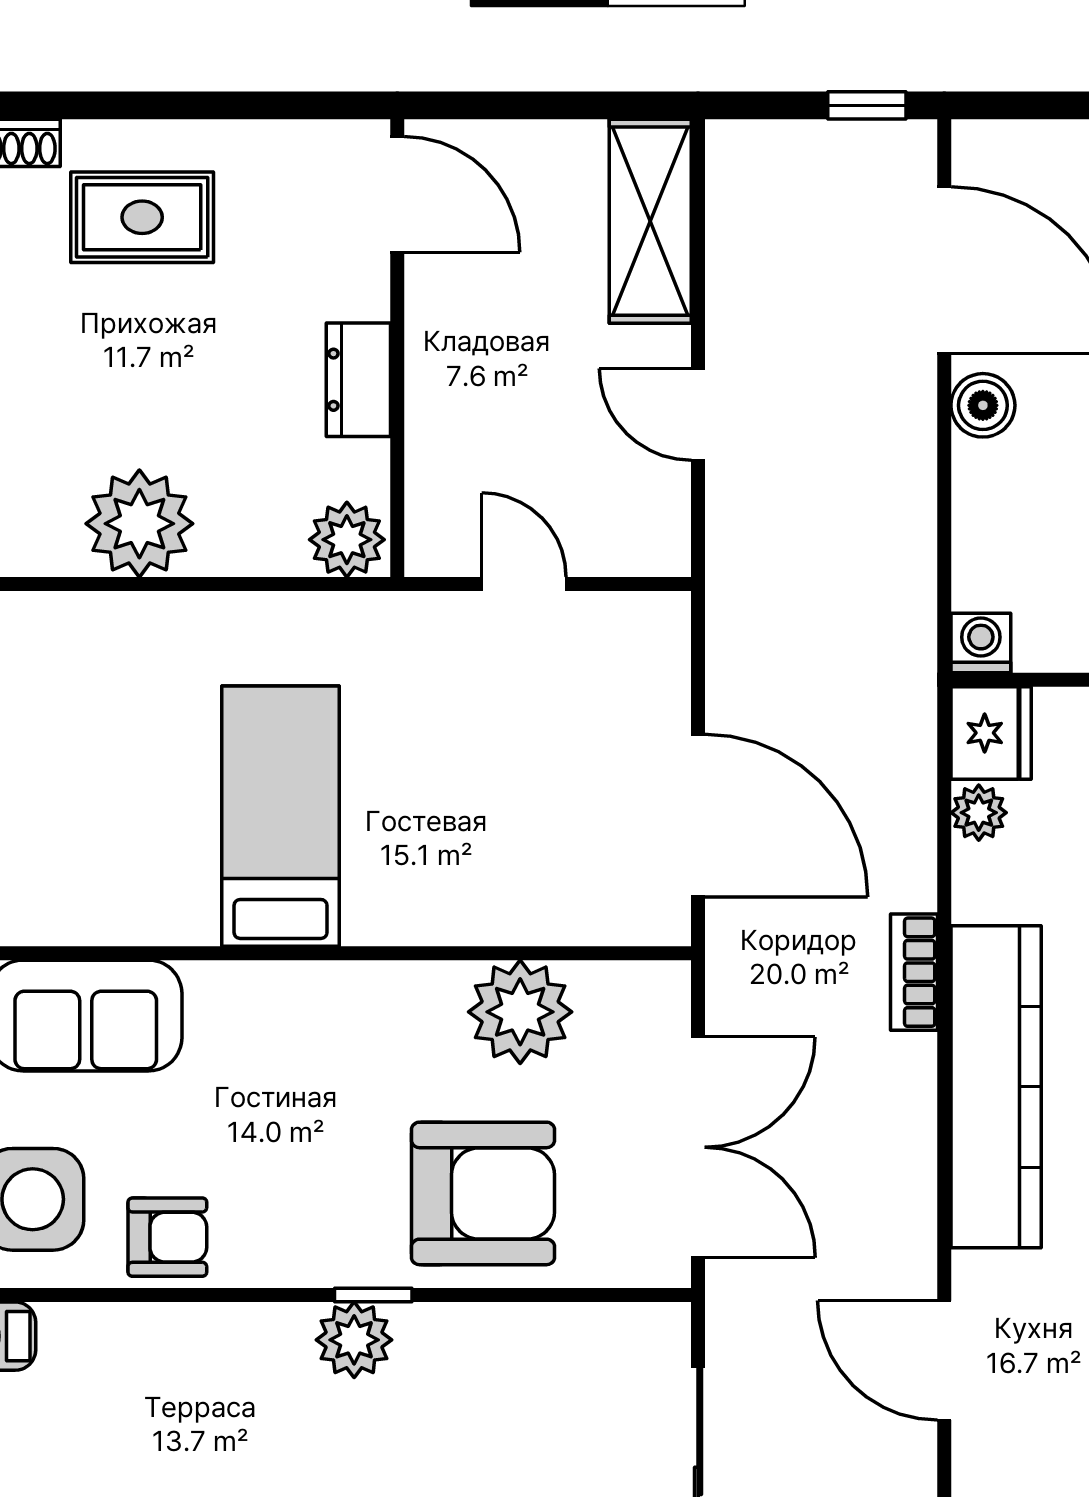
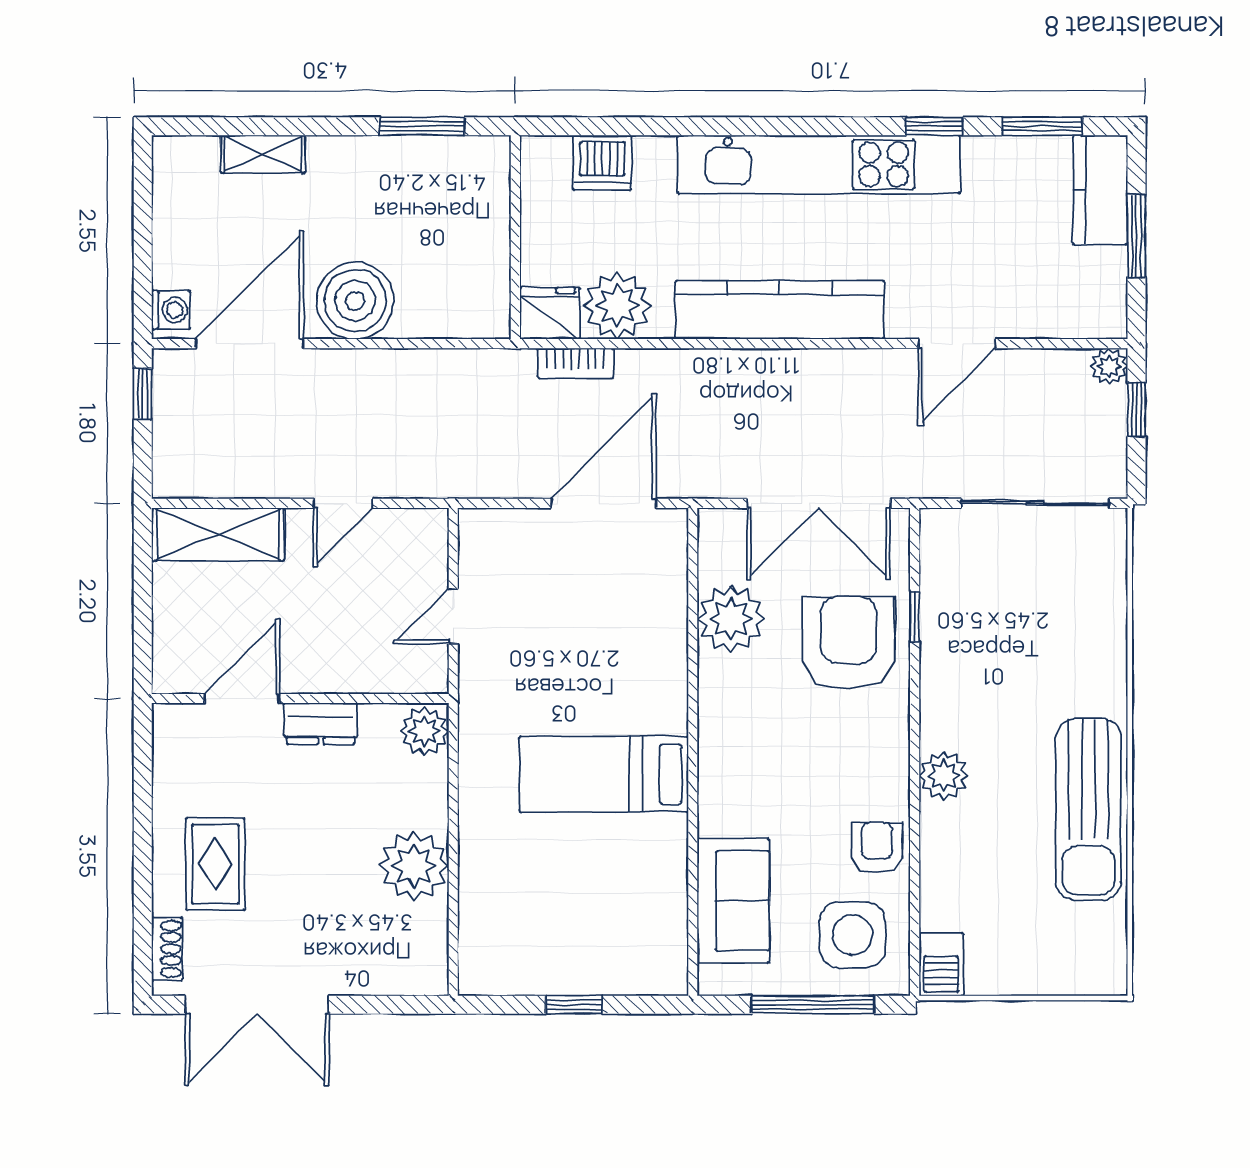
door: (397, 194) -> (242, 699), moved
boiler: (983, 405) -> (355, 301), width x1.86, depth x1.86
washing machine: (981, 643) -> (171, 310), moved, turned 180
plant: (979, 813) -> (617, 306), width x1.88, depth x1.88
bookcase: (914, 972) -> (576, 363), moved
double door: (698, 1147) -> (819, 503), swing flipped
window: (373, 1295) -> (915, 616), moved
plant: (354, 1340) -> (944, 776), moved

